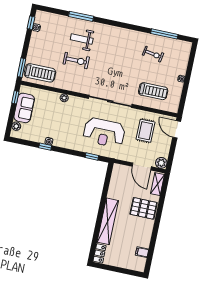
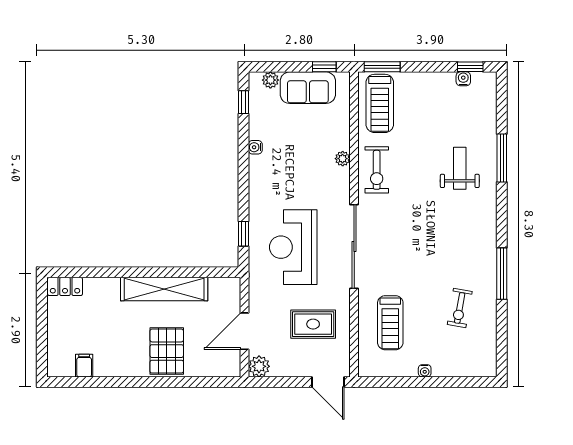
window: (164, 34) -> (502, 274), moved
exercise bike: (76, 60) -> (377, 170), moved
door: (177, 129) -> (328, 382), swing flipped
window: (45, 147) -> (243, 102), moved
shelving: (158, 184) -> (218, 368), removed
shelving: (108, 221) -> (164, 289), moved

